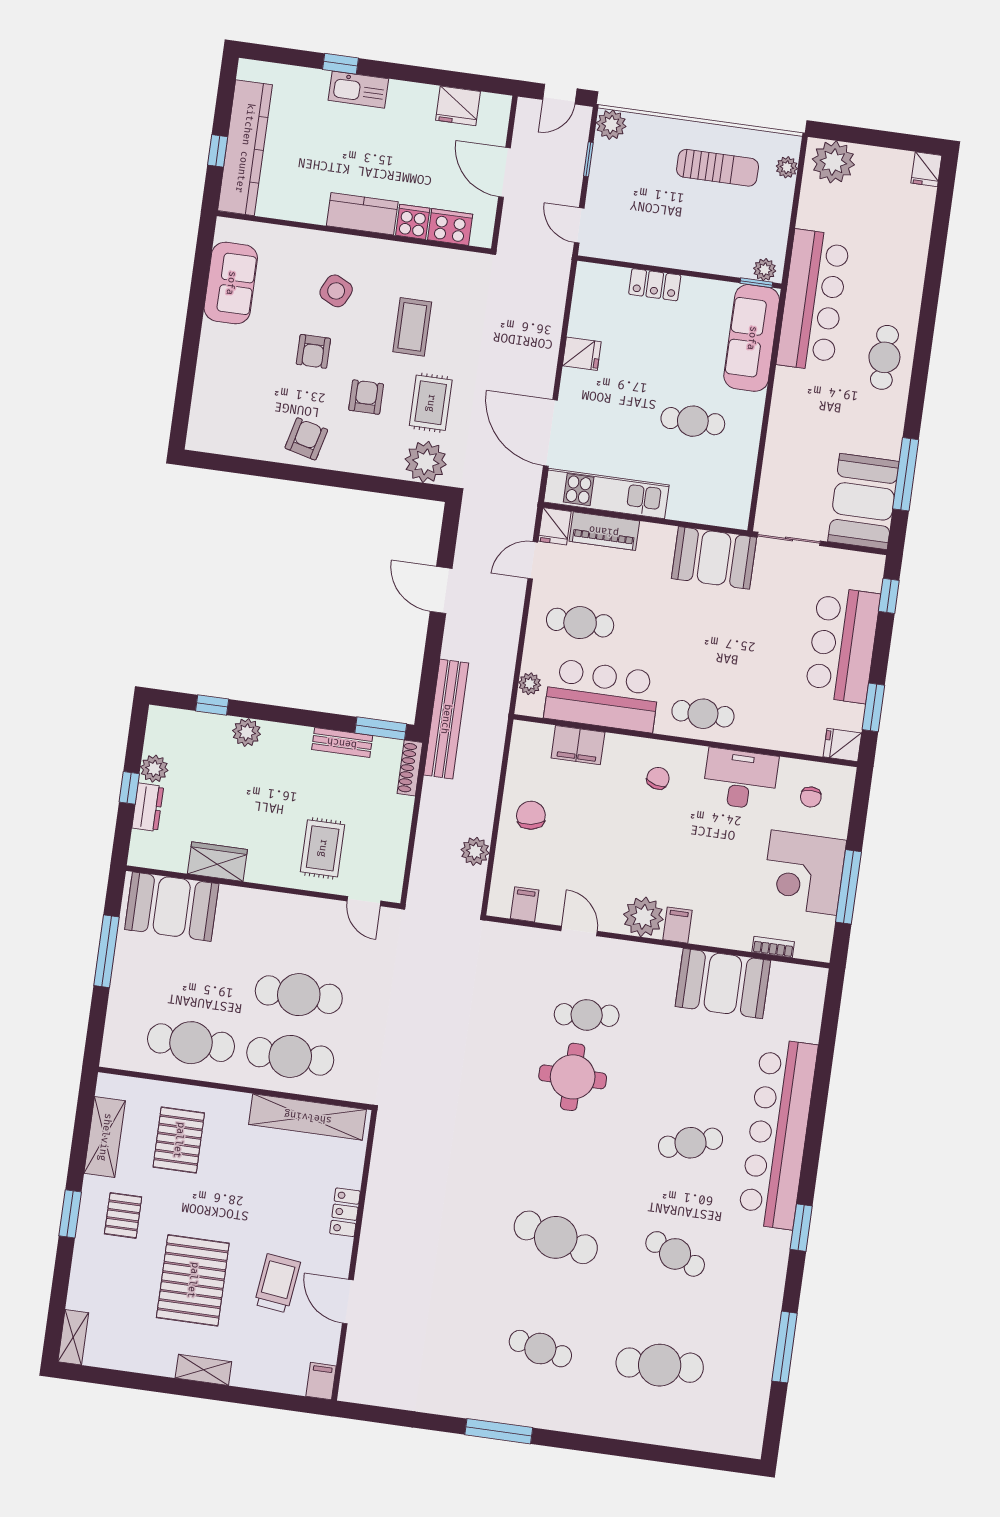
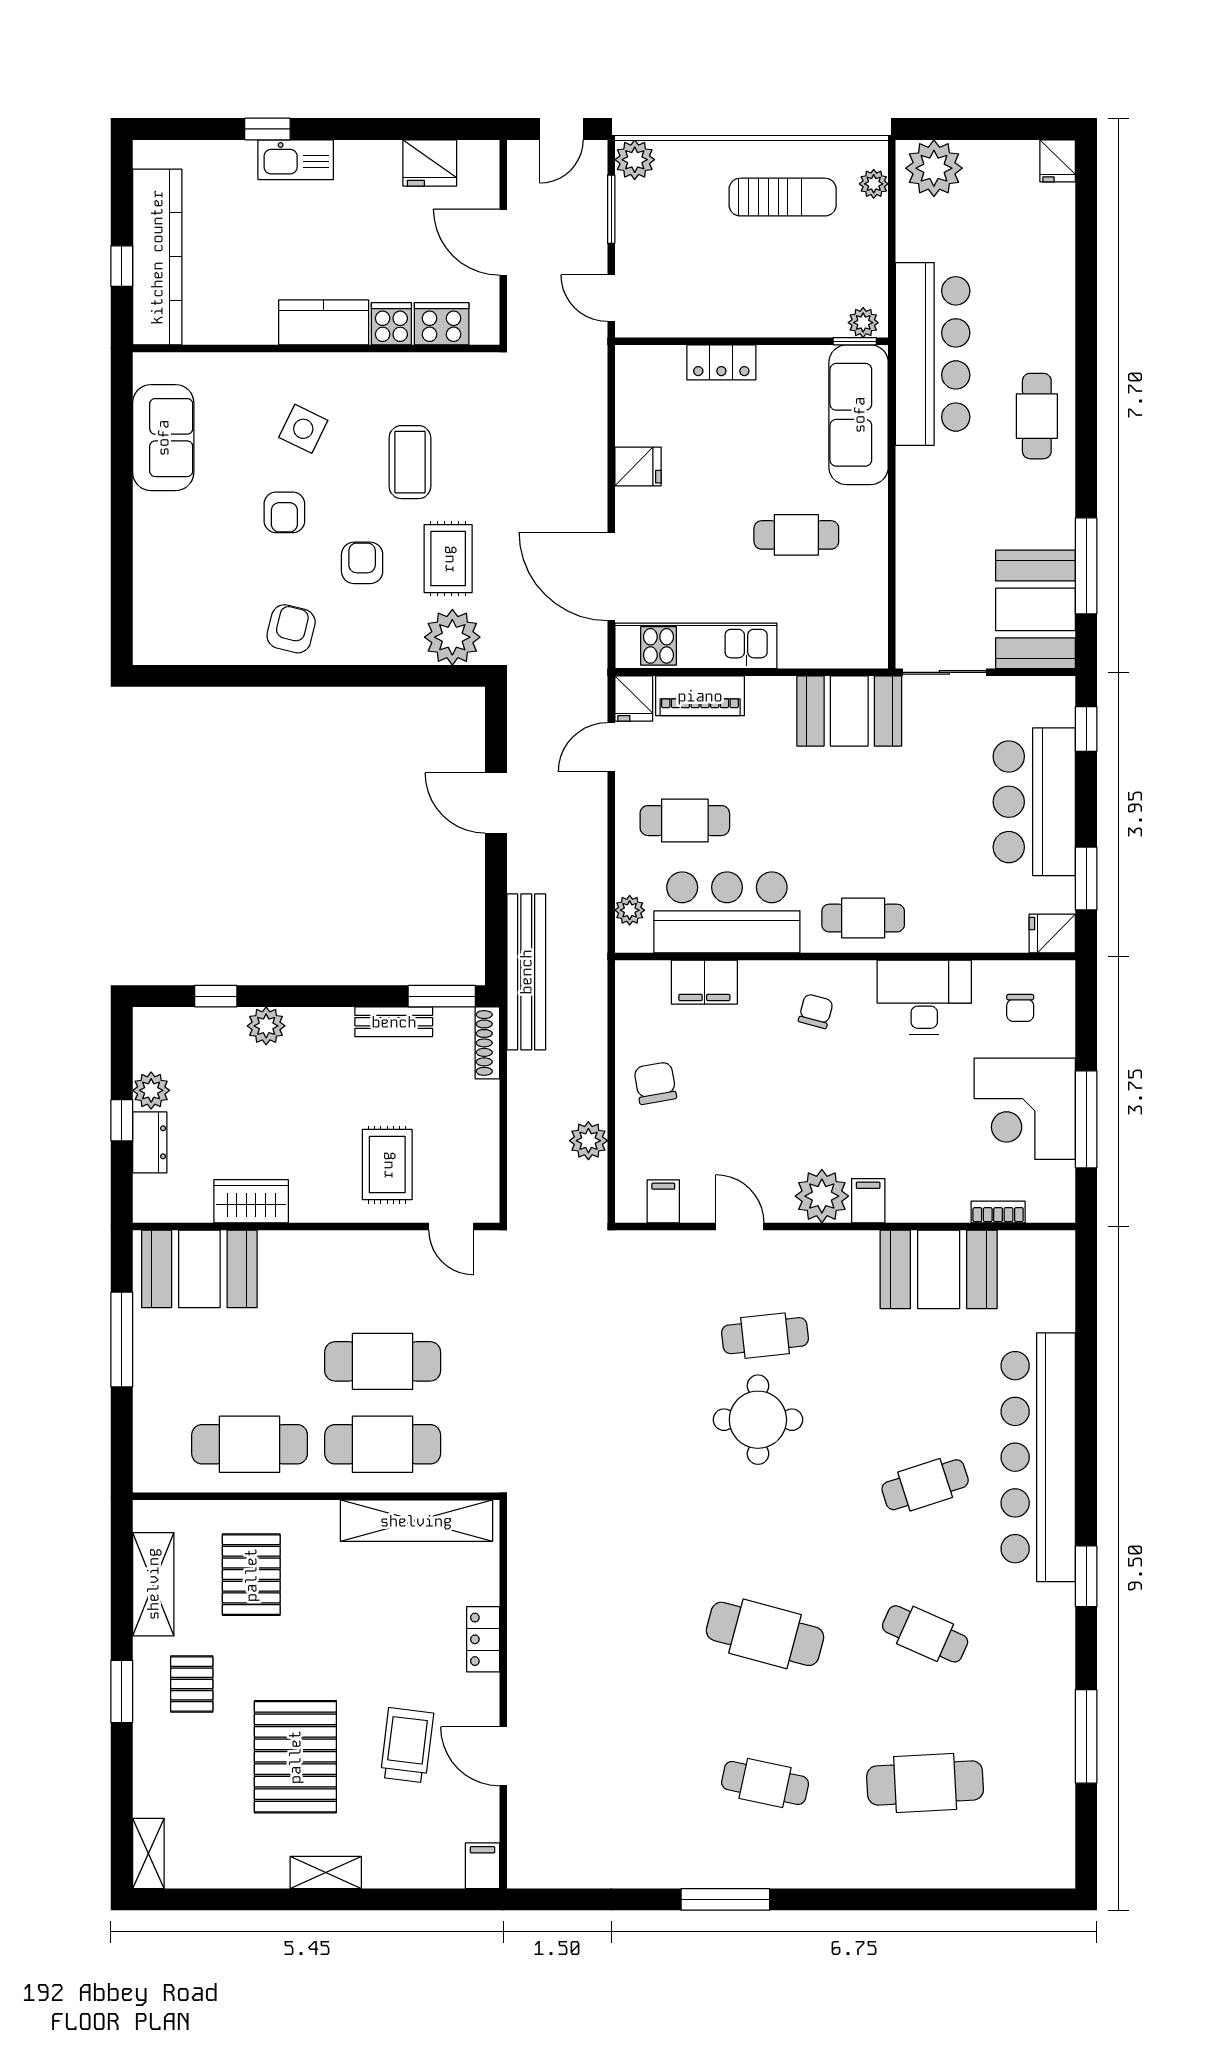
window: (588, 159) -> (611, 209), width x1.50

